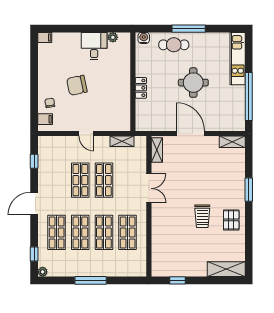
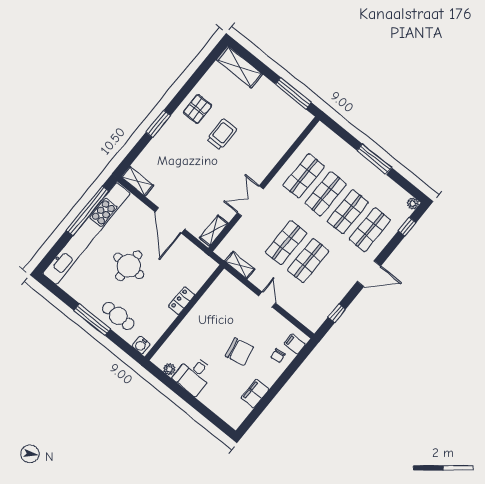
filing cabinet: (45, 38) -> (255, 394), moved, width x2.00
kitchen unit: (238, 59) -> (86, 233), width x1.86
window: (178, 280) -> (293, 93), width x2.17

